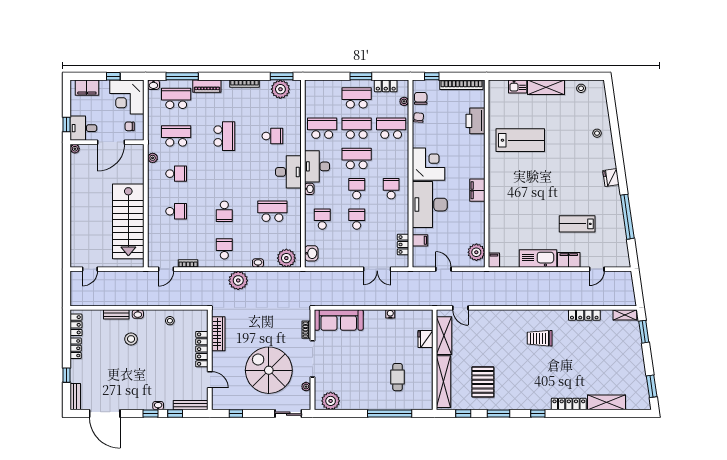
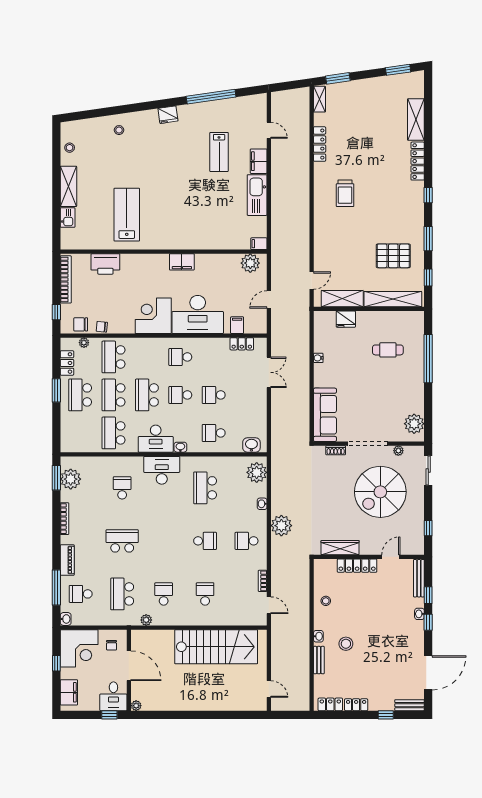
school desk: (176, 98) -> (81, 594), width x0.54

